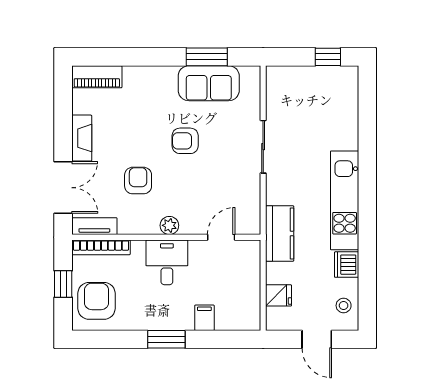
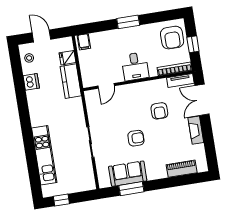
piano: (97, 77) -> (182, 169), moved
kitchen unit: (345, 200) -> (44, 155), moved
plant: (169, 225) -> (137, 88), removed
kitchen counter: (280, 233) -> (71, 81), moved
filing cabinet: (204, 318) -> (84, 42), moved

